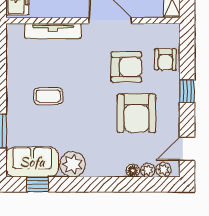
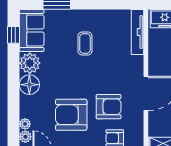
tv unit: (53, 31) -> (138, 32), moved
armchair: (126, 67) -> (109, 107), turned -90
floor lamp: (133, 171) -> (29, 85), moved, width x1.89, depth x1.89

